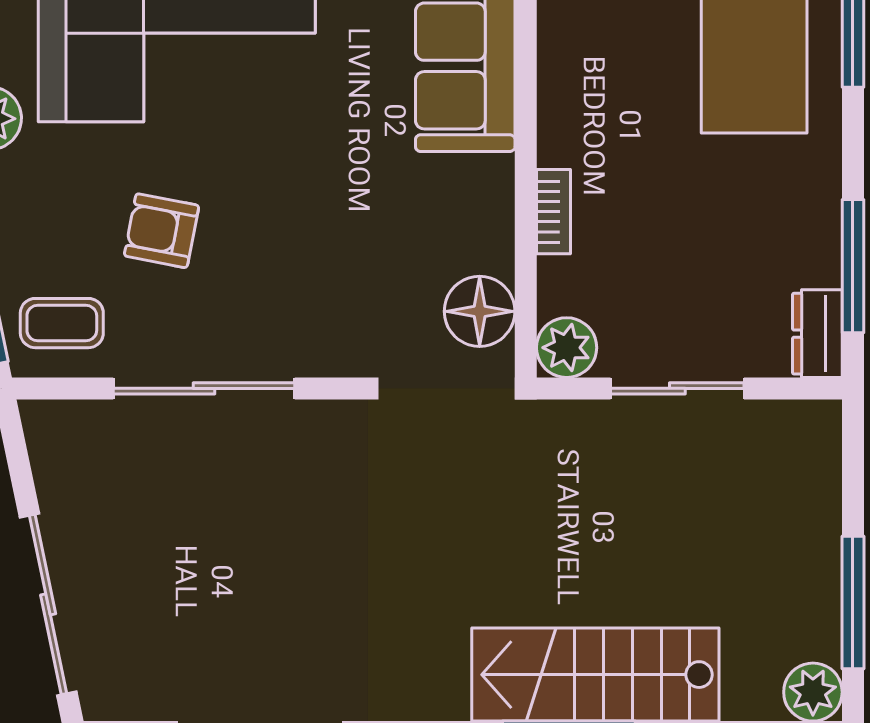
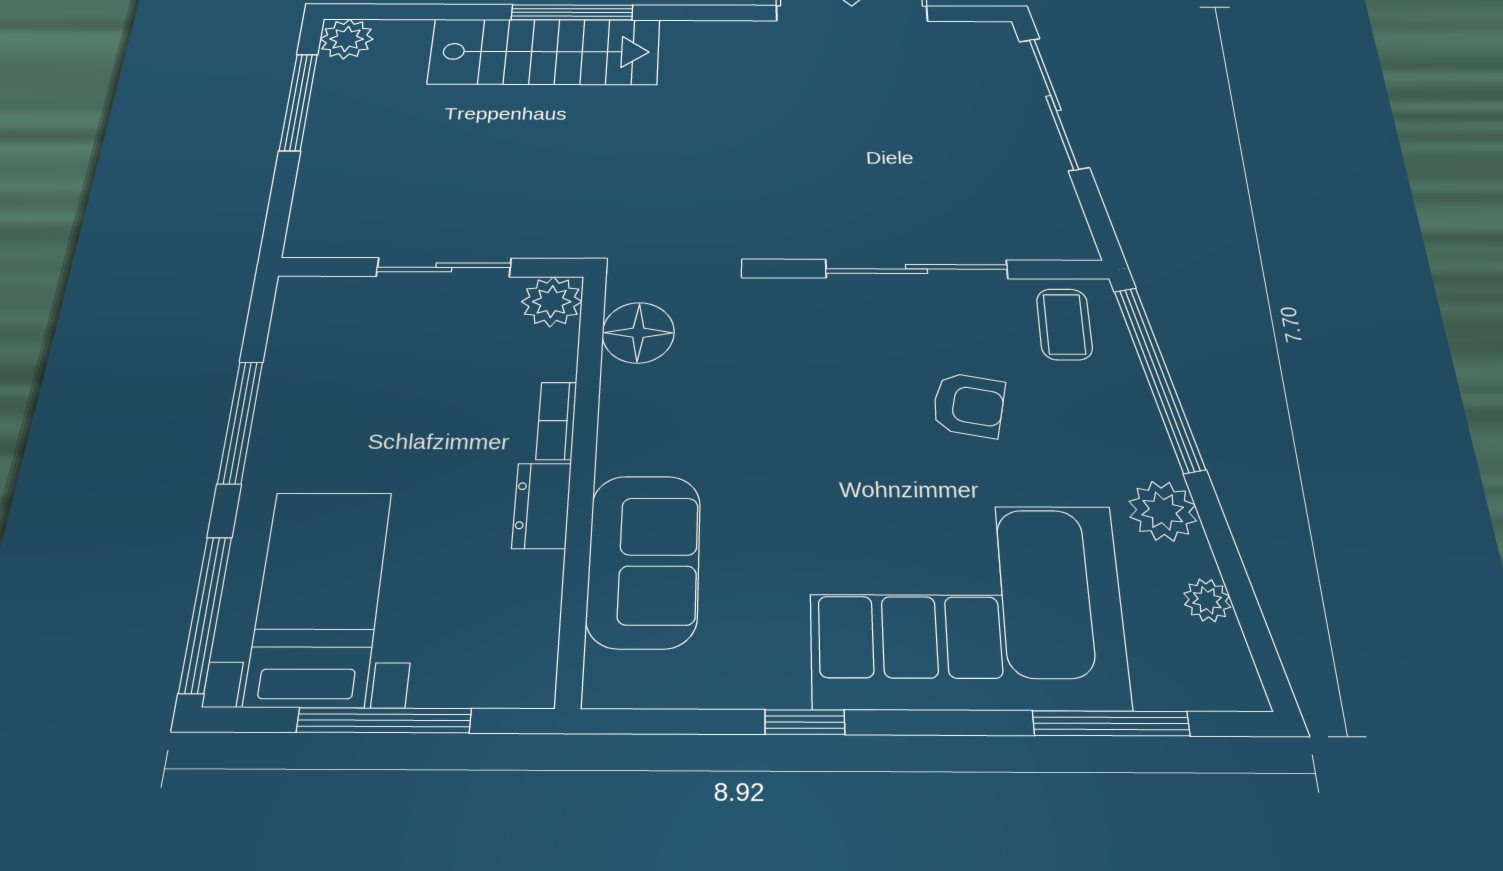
window: (853, 266) -> (240, 422), moved
coffee table: (62, 323) -> (1064, 324), turned 90
dresser: (817, 334) -> (542, 506), moved, turned 180

